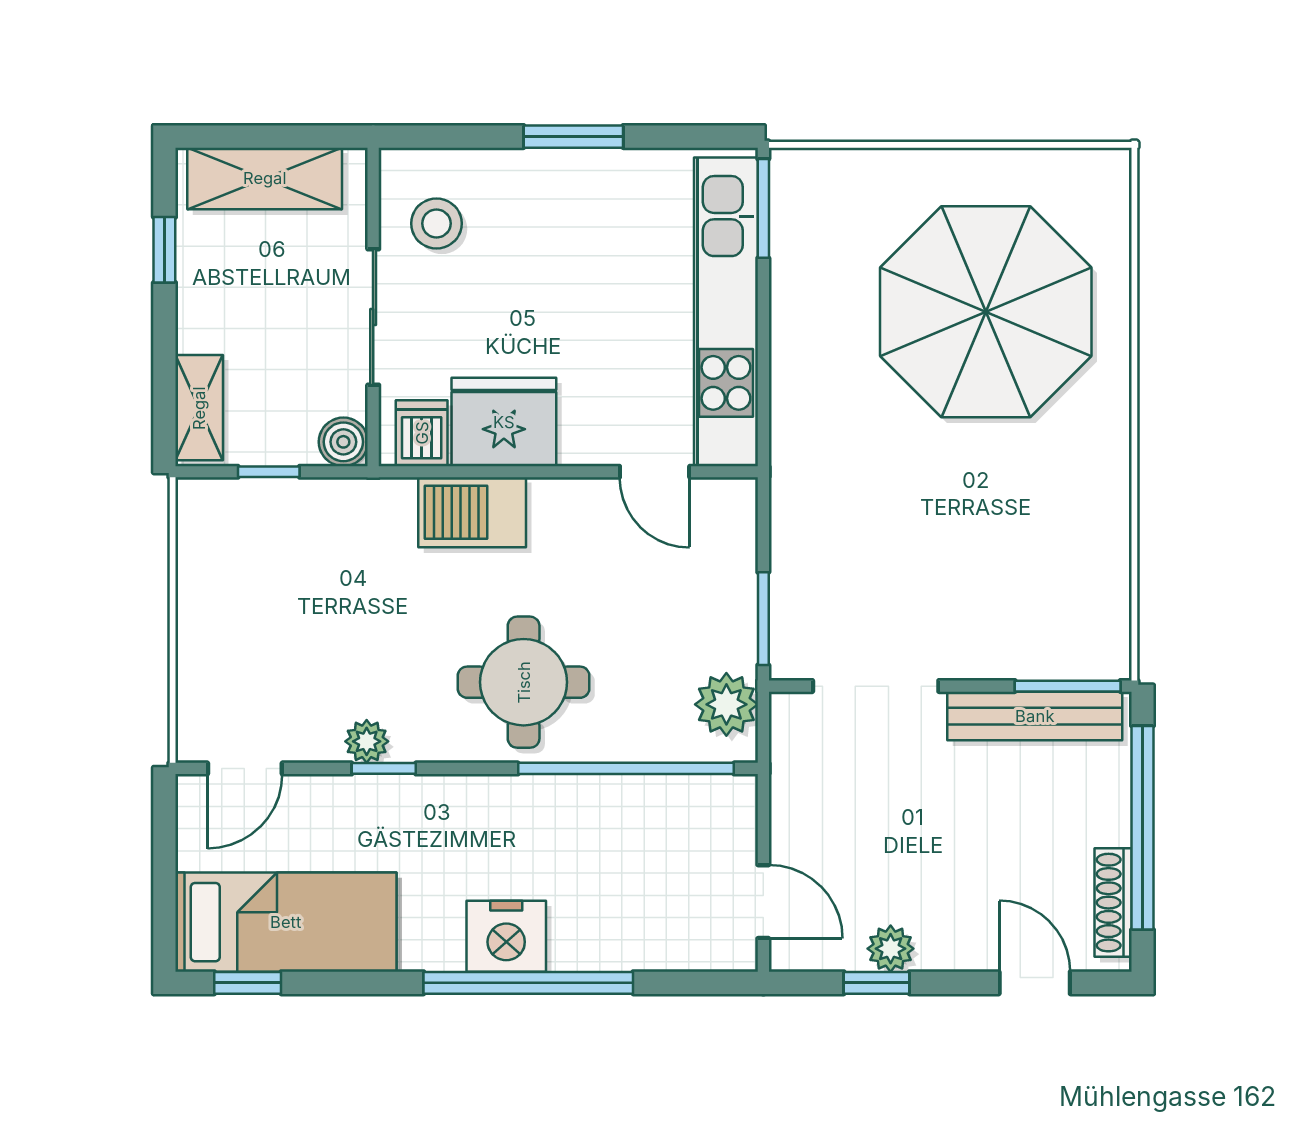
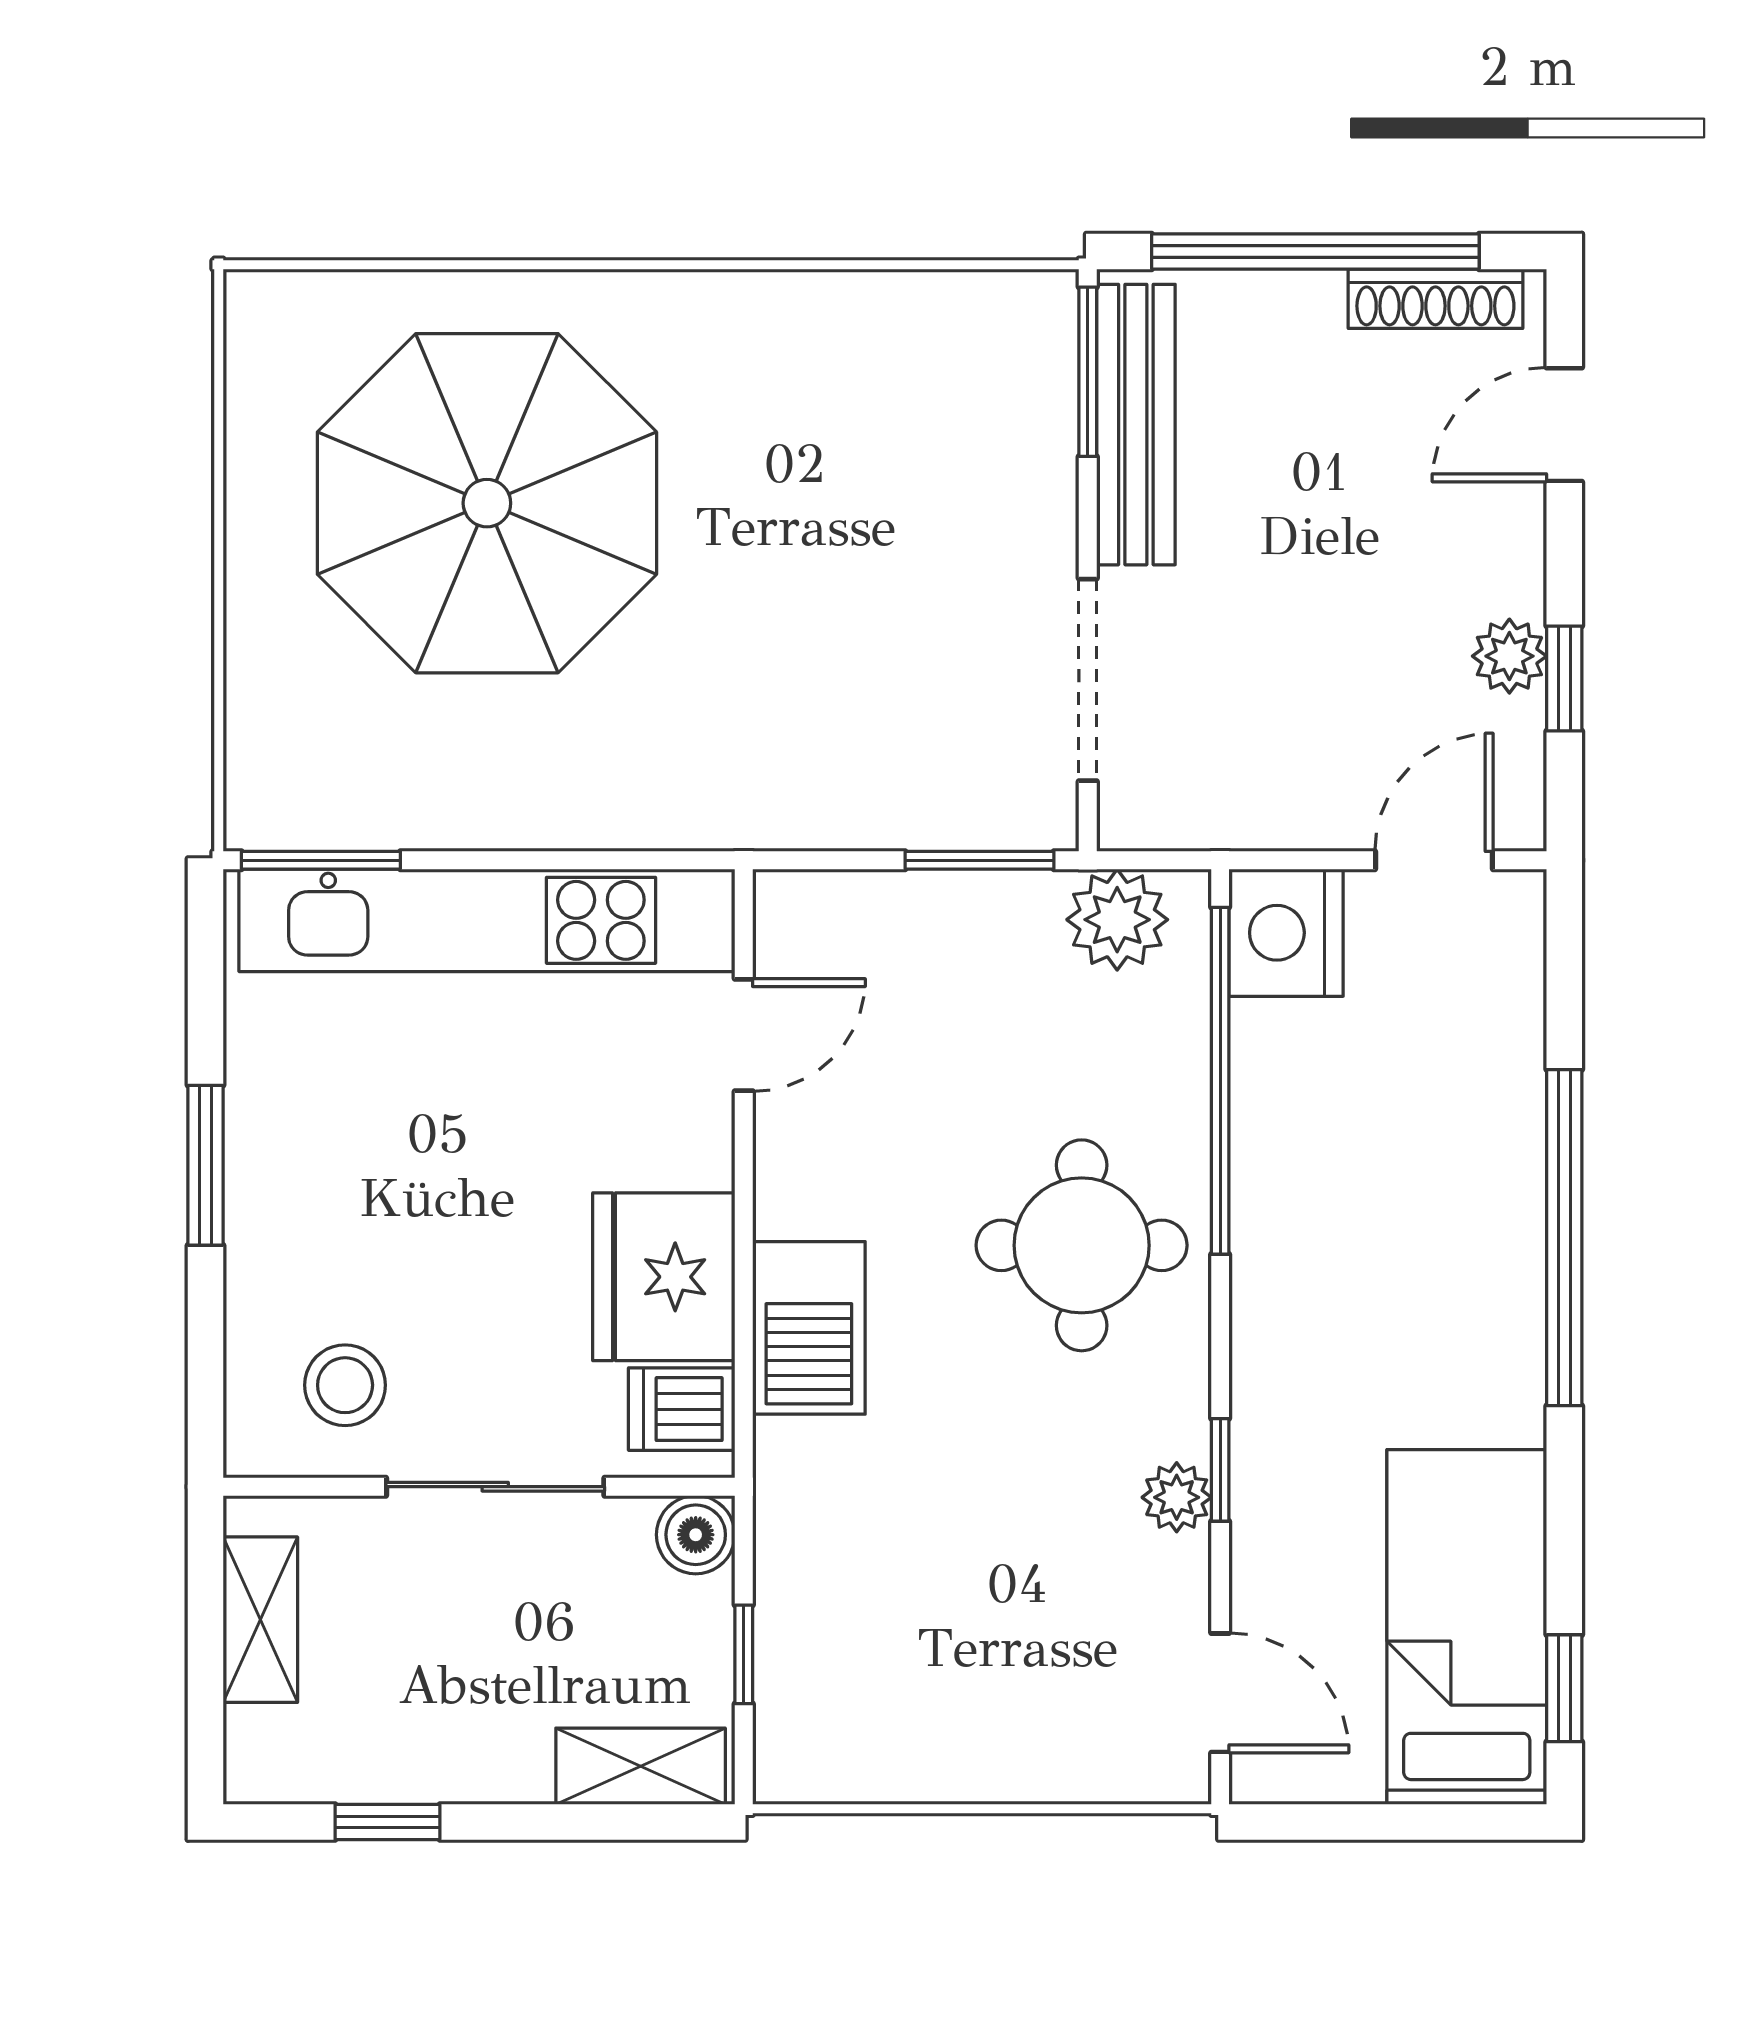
shelving: (265, 178) -> (260, 1620), width x0.67, depth x0.75
nightstand: (506, 936) -> (1286, 933), moved, turned 180

